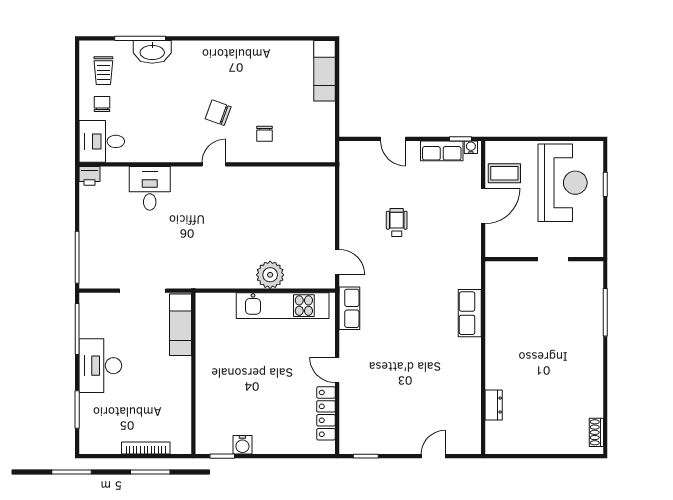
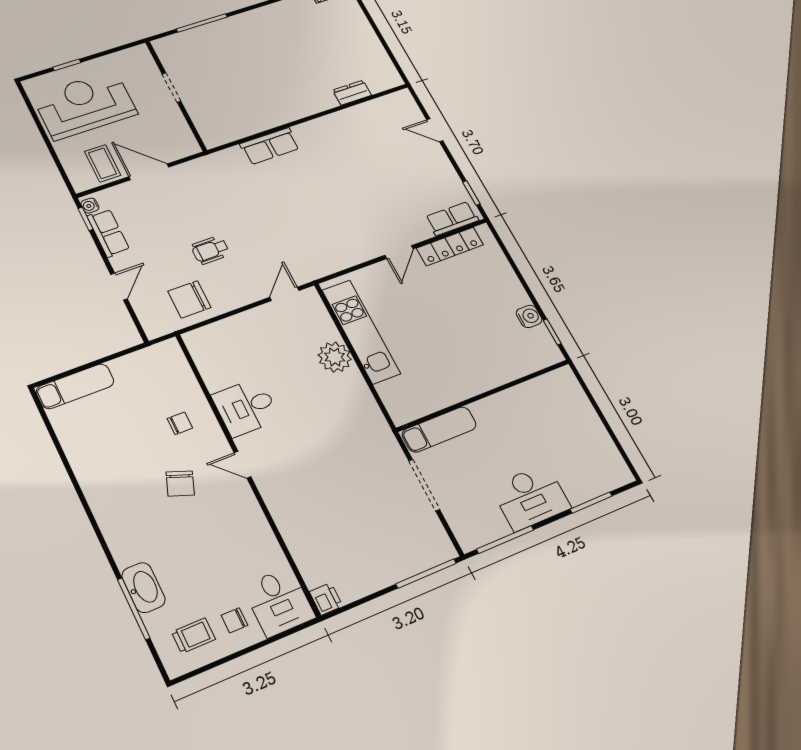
chair: (361, 187) -> (189, 299), added
desk: (150, 188) -> (246, 407), moved
row of seats: (349, 308) -> (452, 219), moved
bookcase: (146, 448) -> (589, 413), removed

